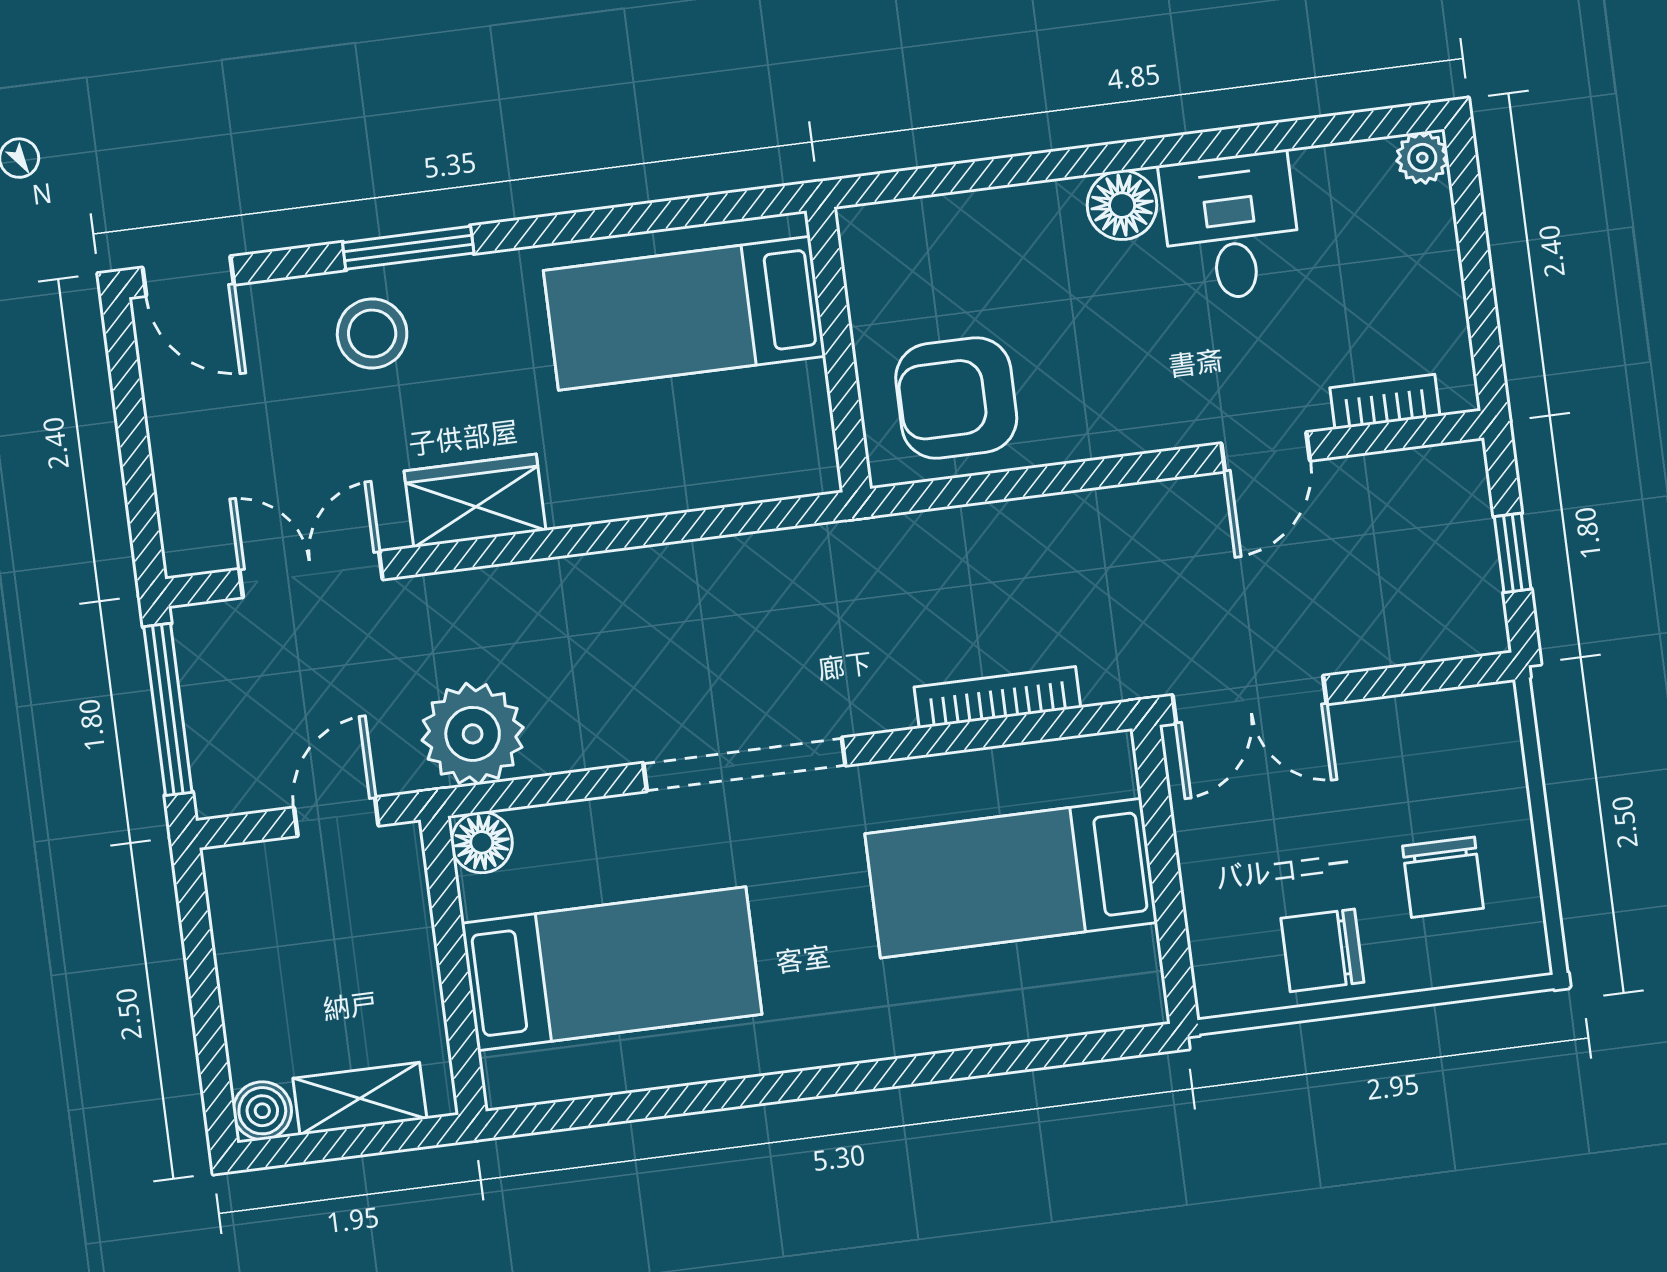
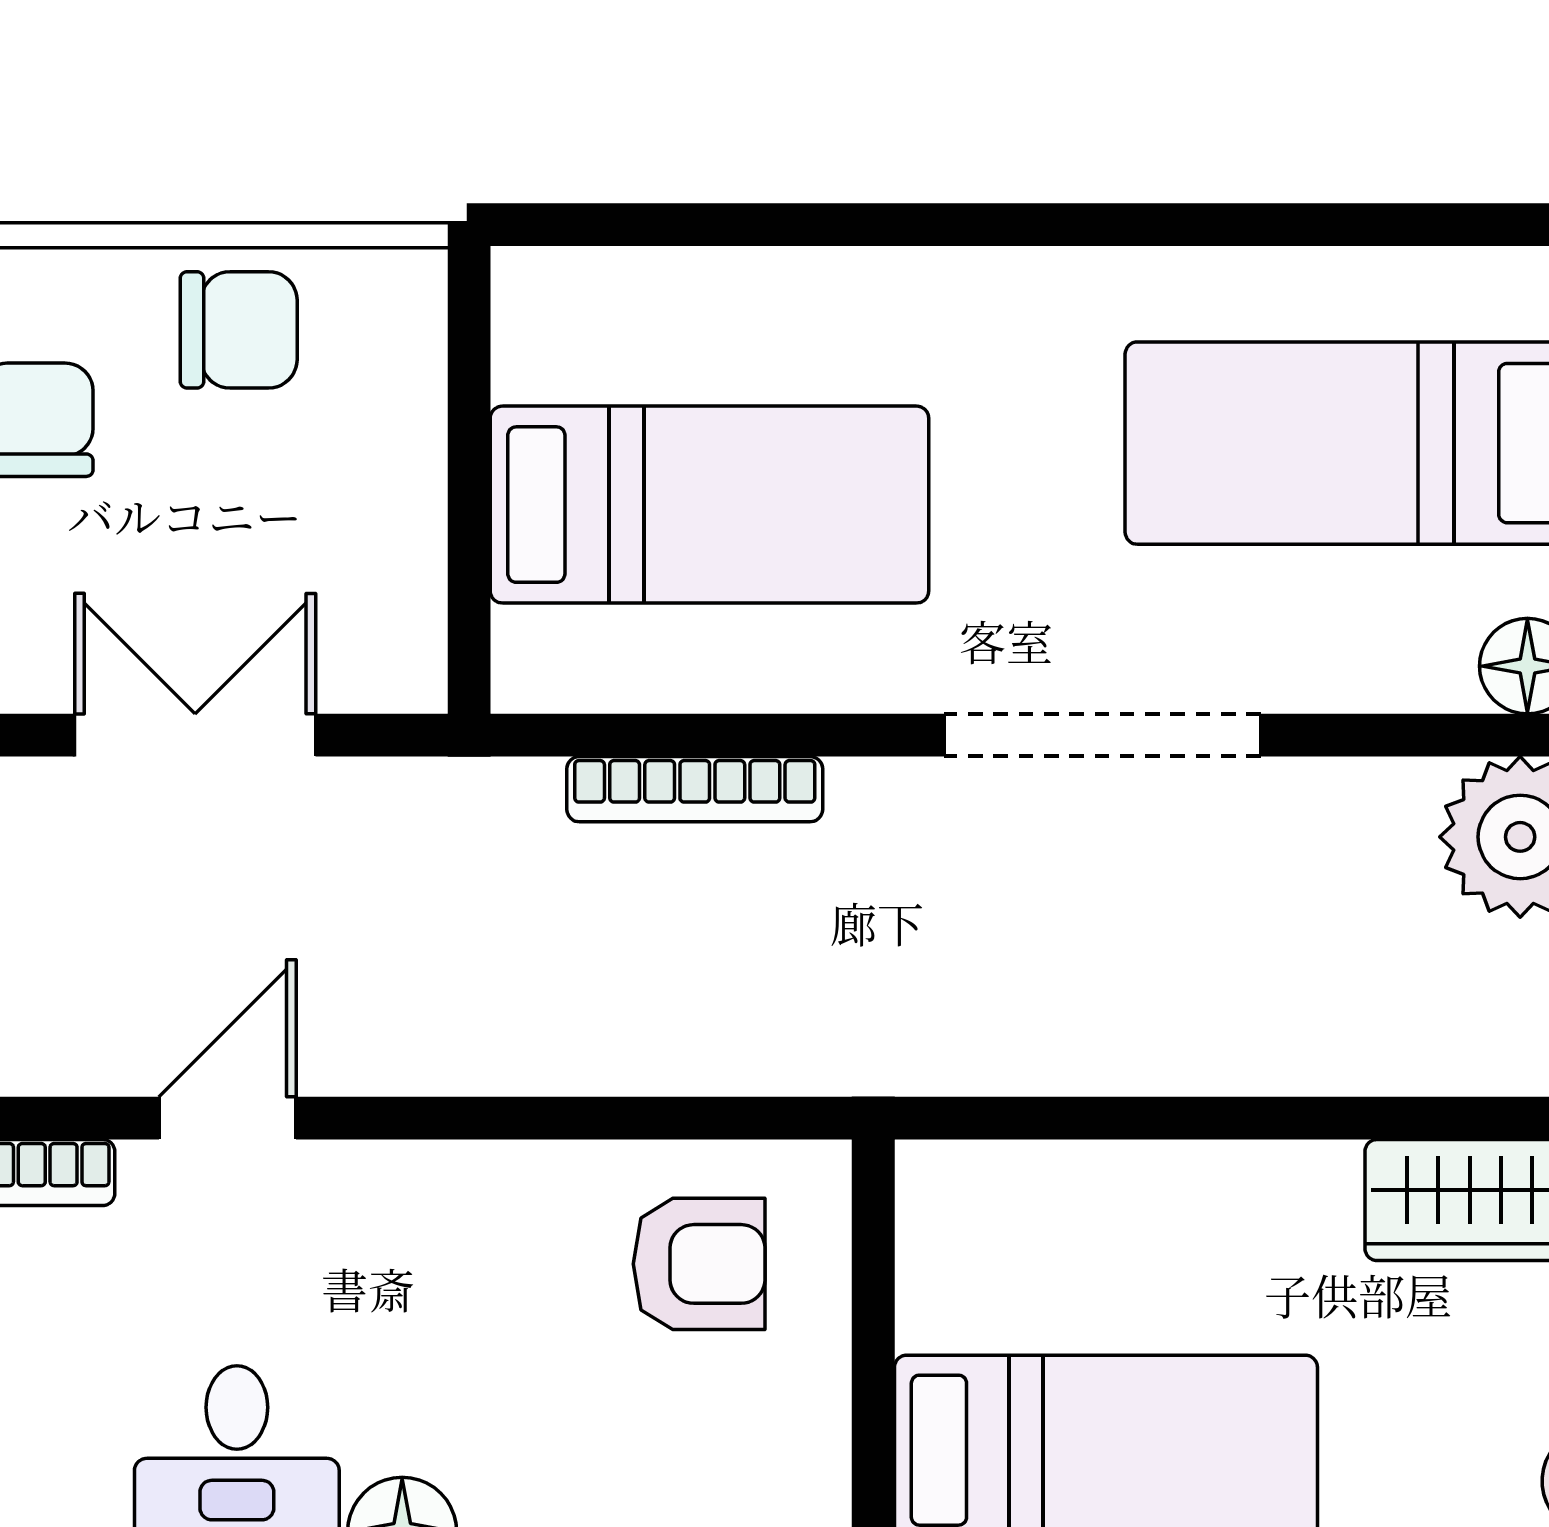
armchair: (956, 398) -> (699, 1264), width x0.72, depth x0.72
double door: (1250, 700) -> (195, 735), moved

